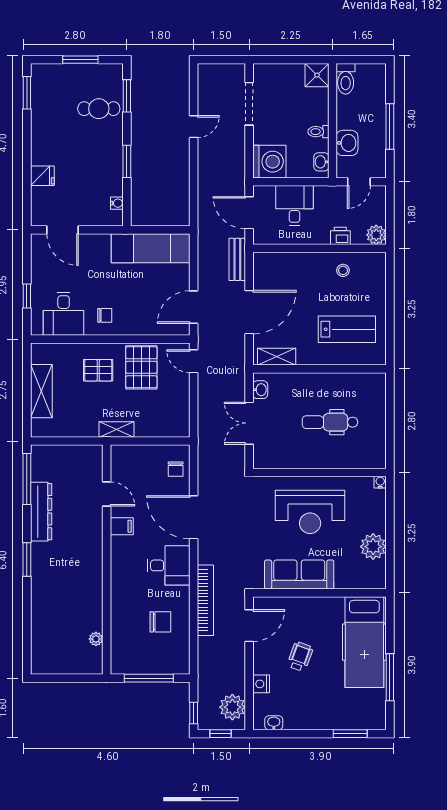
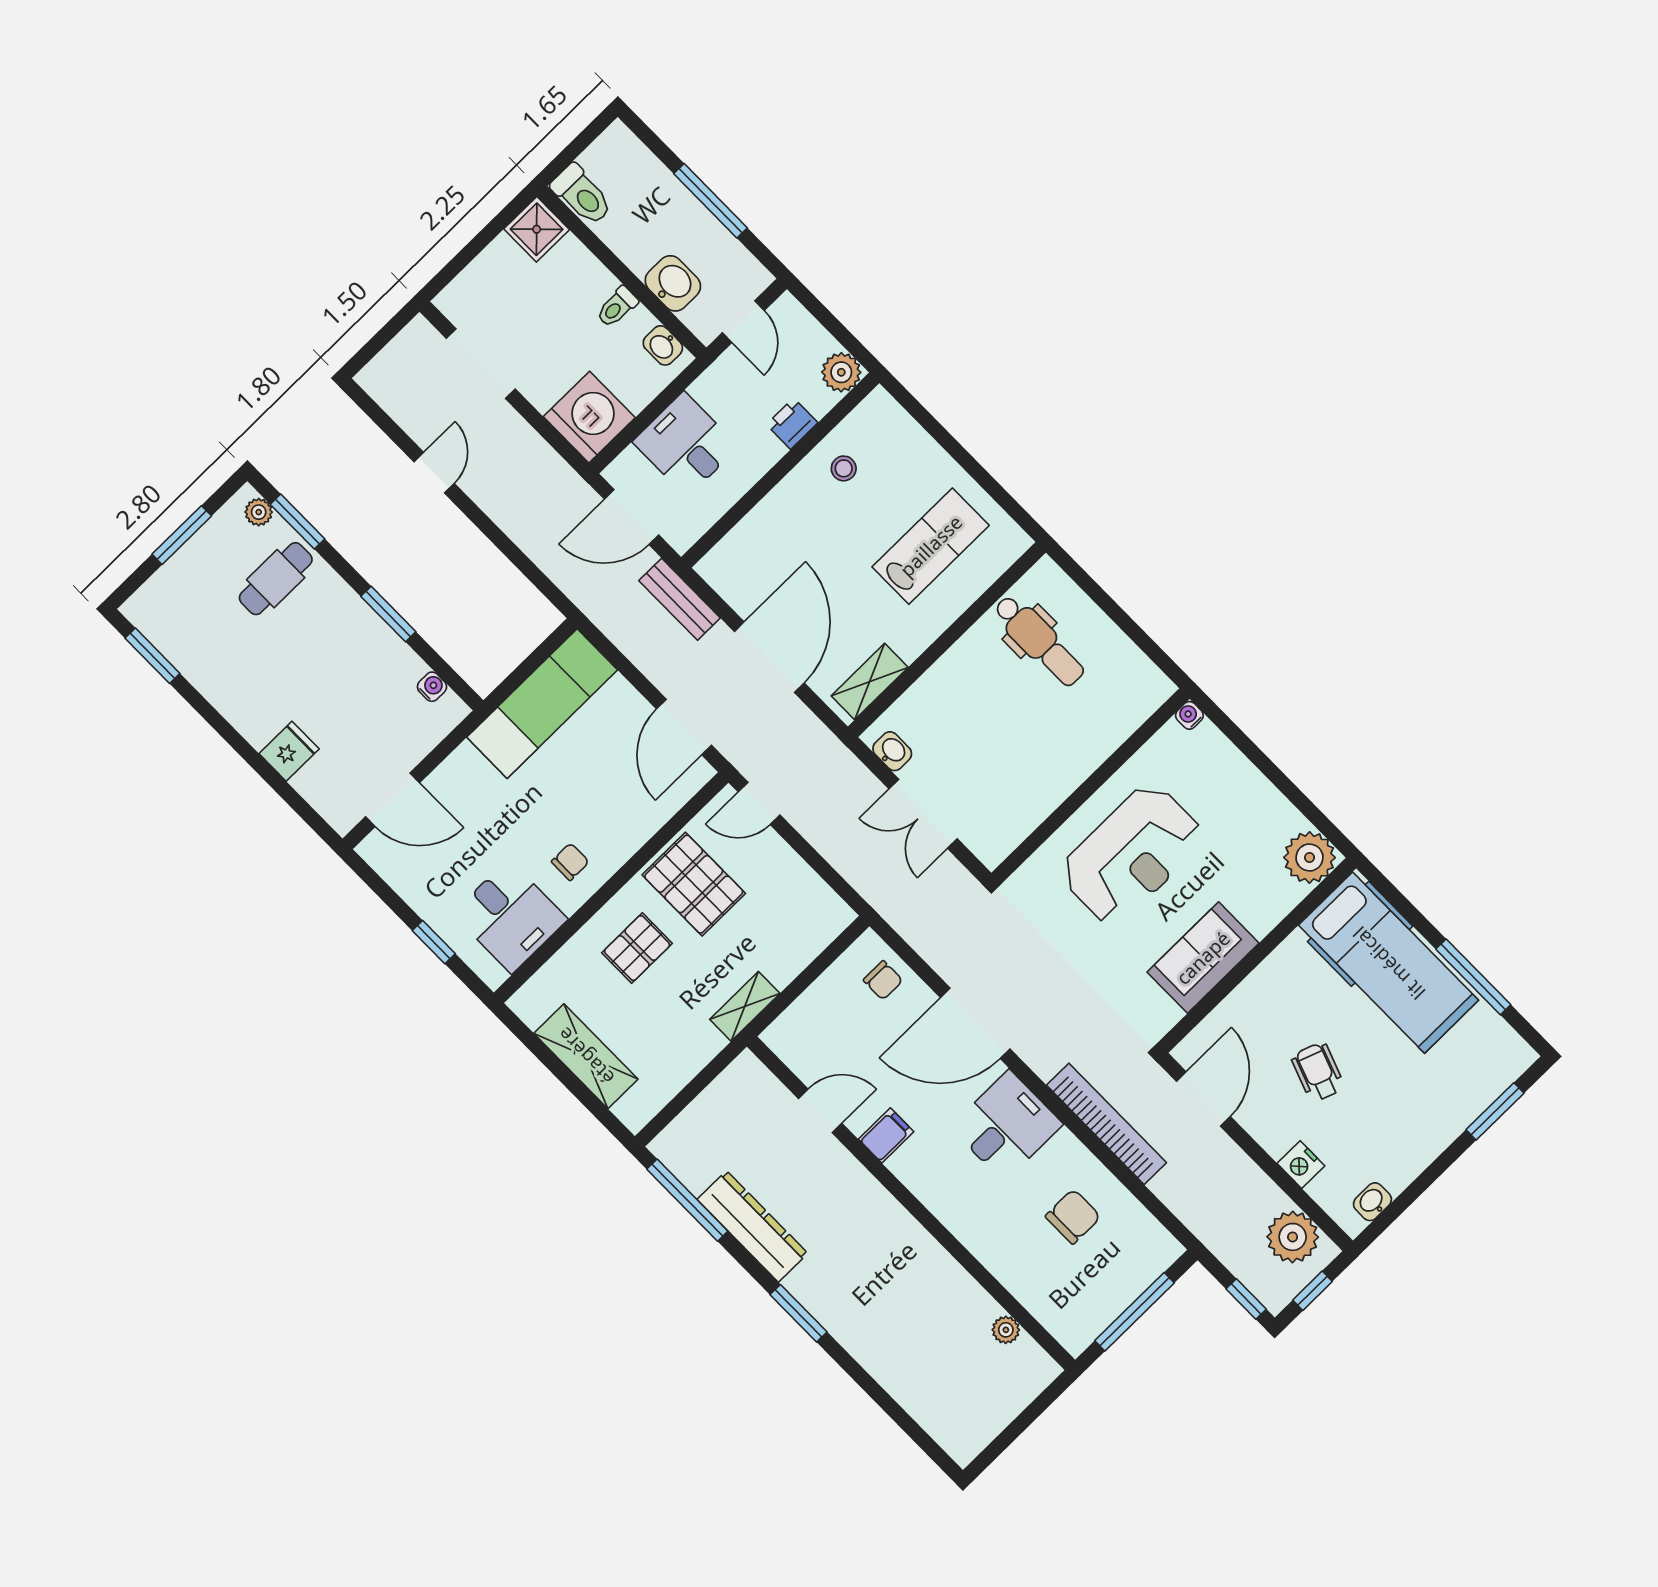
plant: (116, 79) -> (259, 512), added
dental chair: (330, 422) -> (1039, 641), moved, turned -90
plant: (373, 547) -> (1309, 857), moved
sofa: (299, 574) -> (1203, 958), width x0.73

